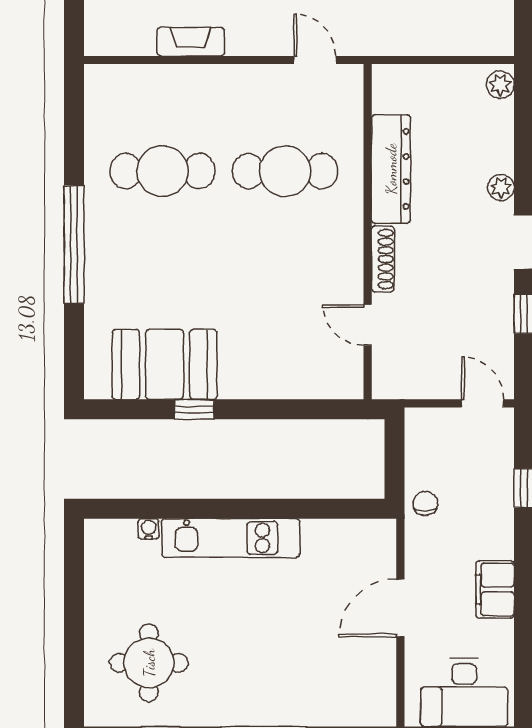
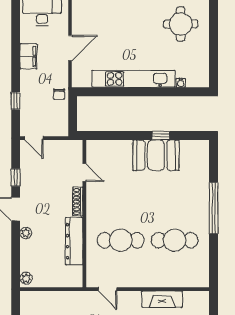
fireplace: (191, 42) -> (162, 299), width x1.37, depth x1.32
booth: (165, 364) -> (156, 155), moved
kitchen unit: (231, 538) -> (134, 79), width x1.36

